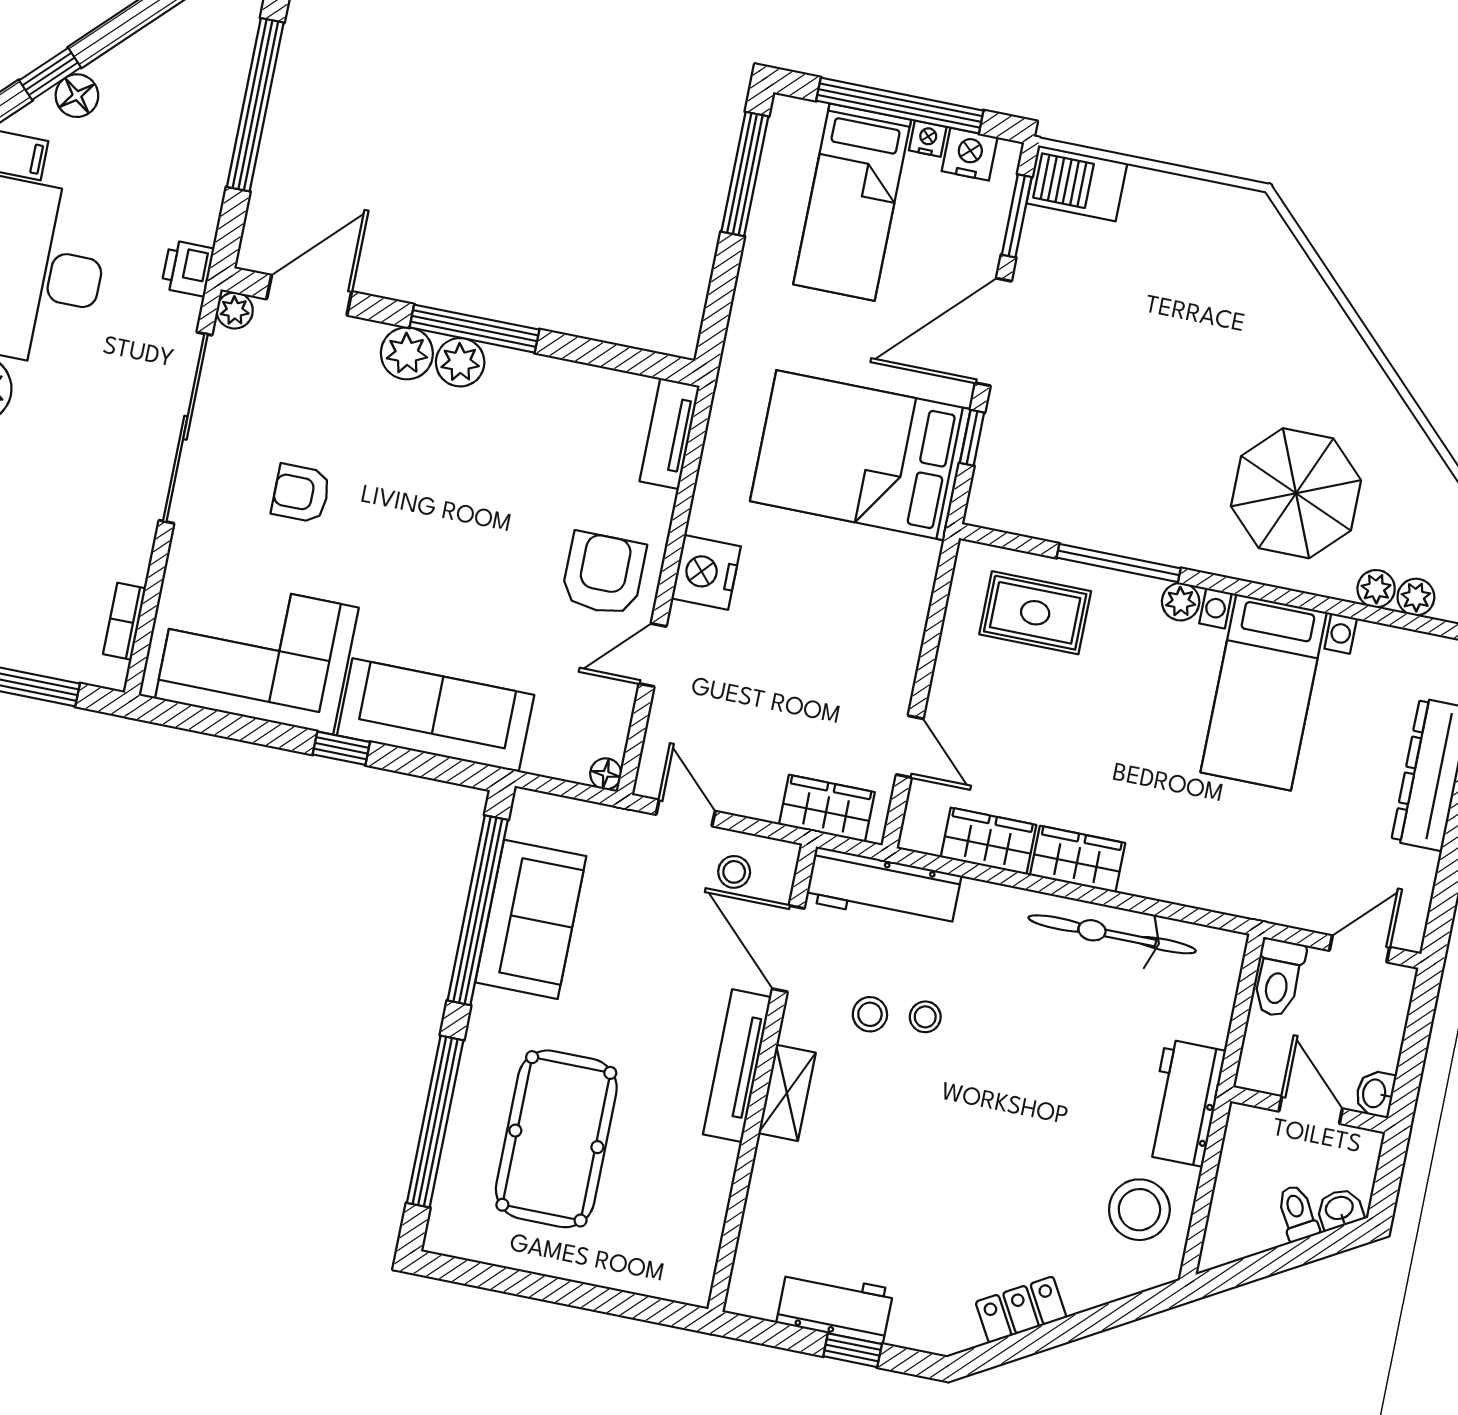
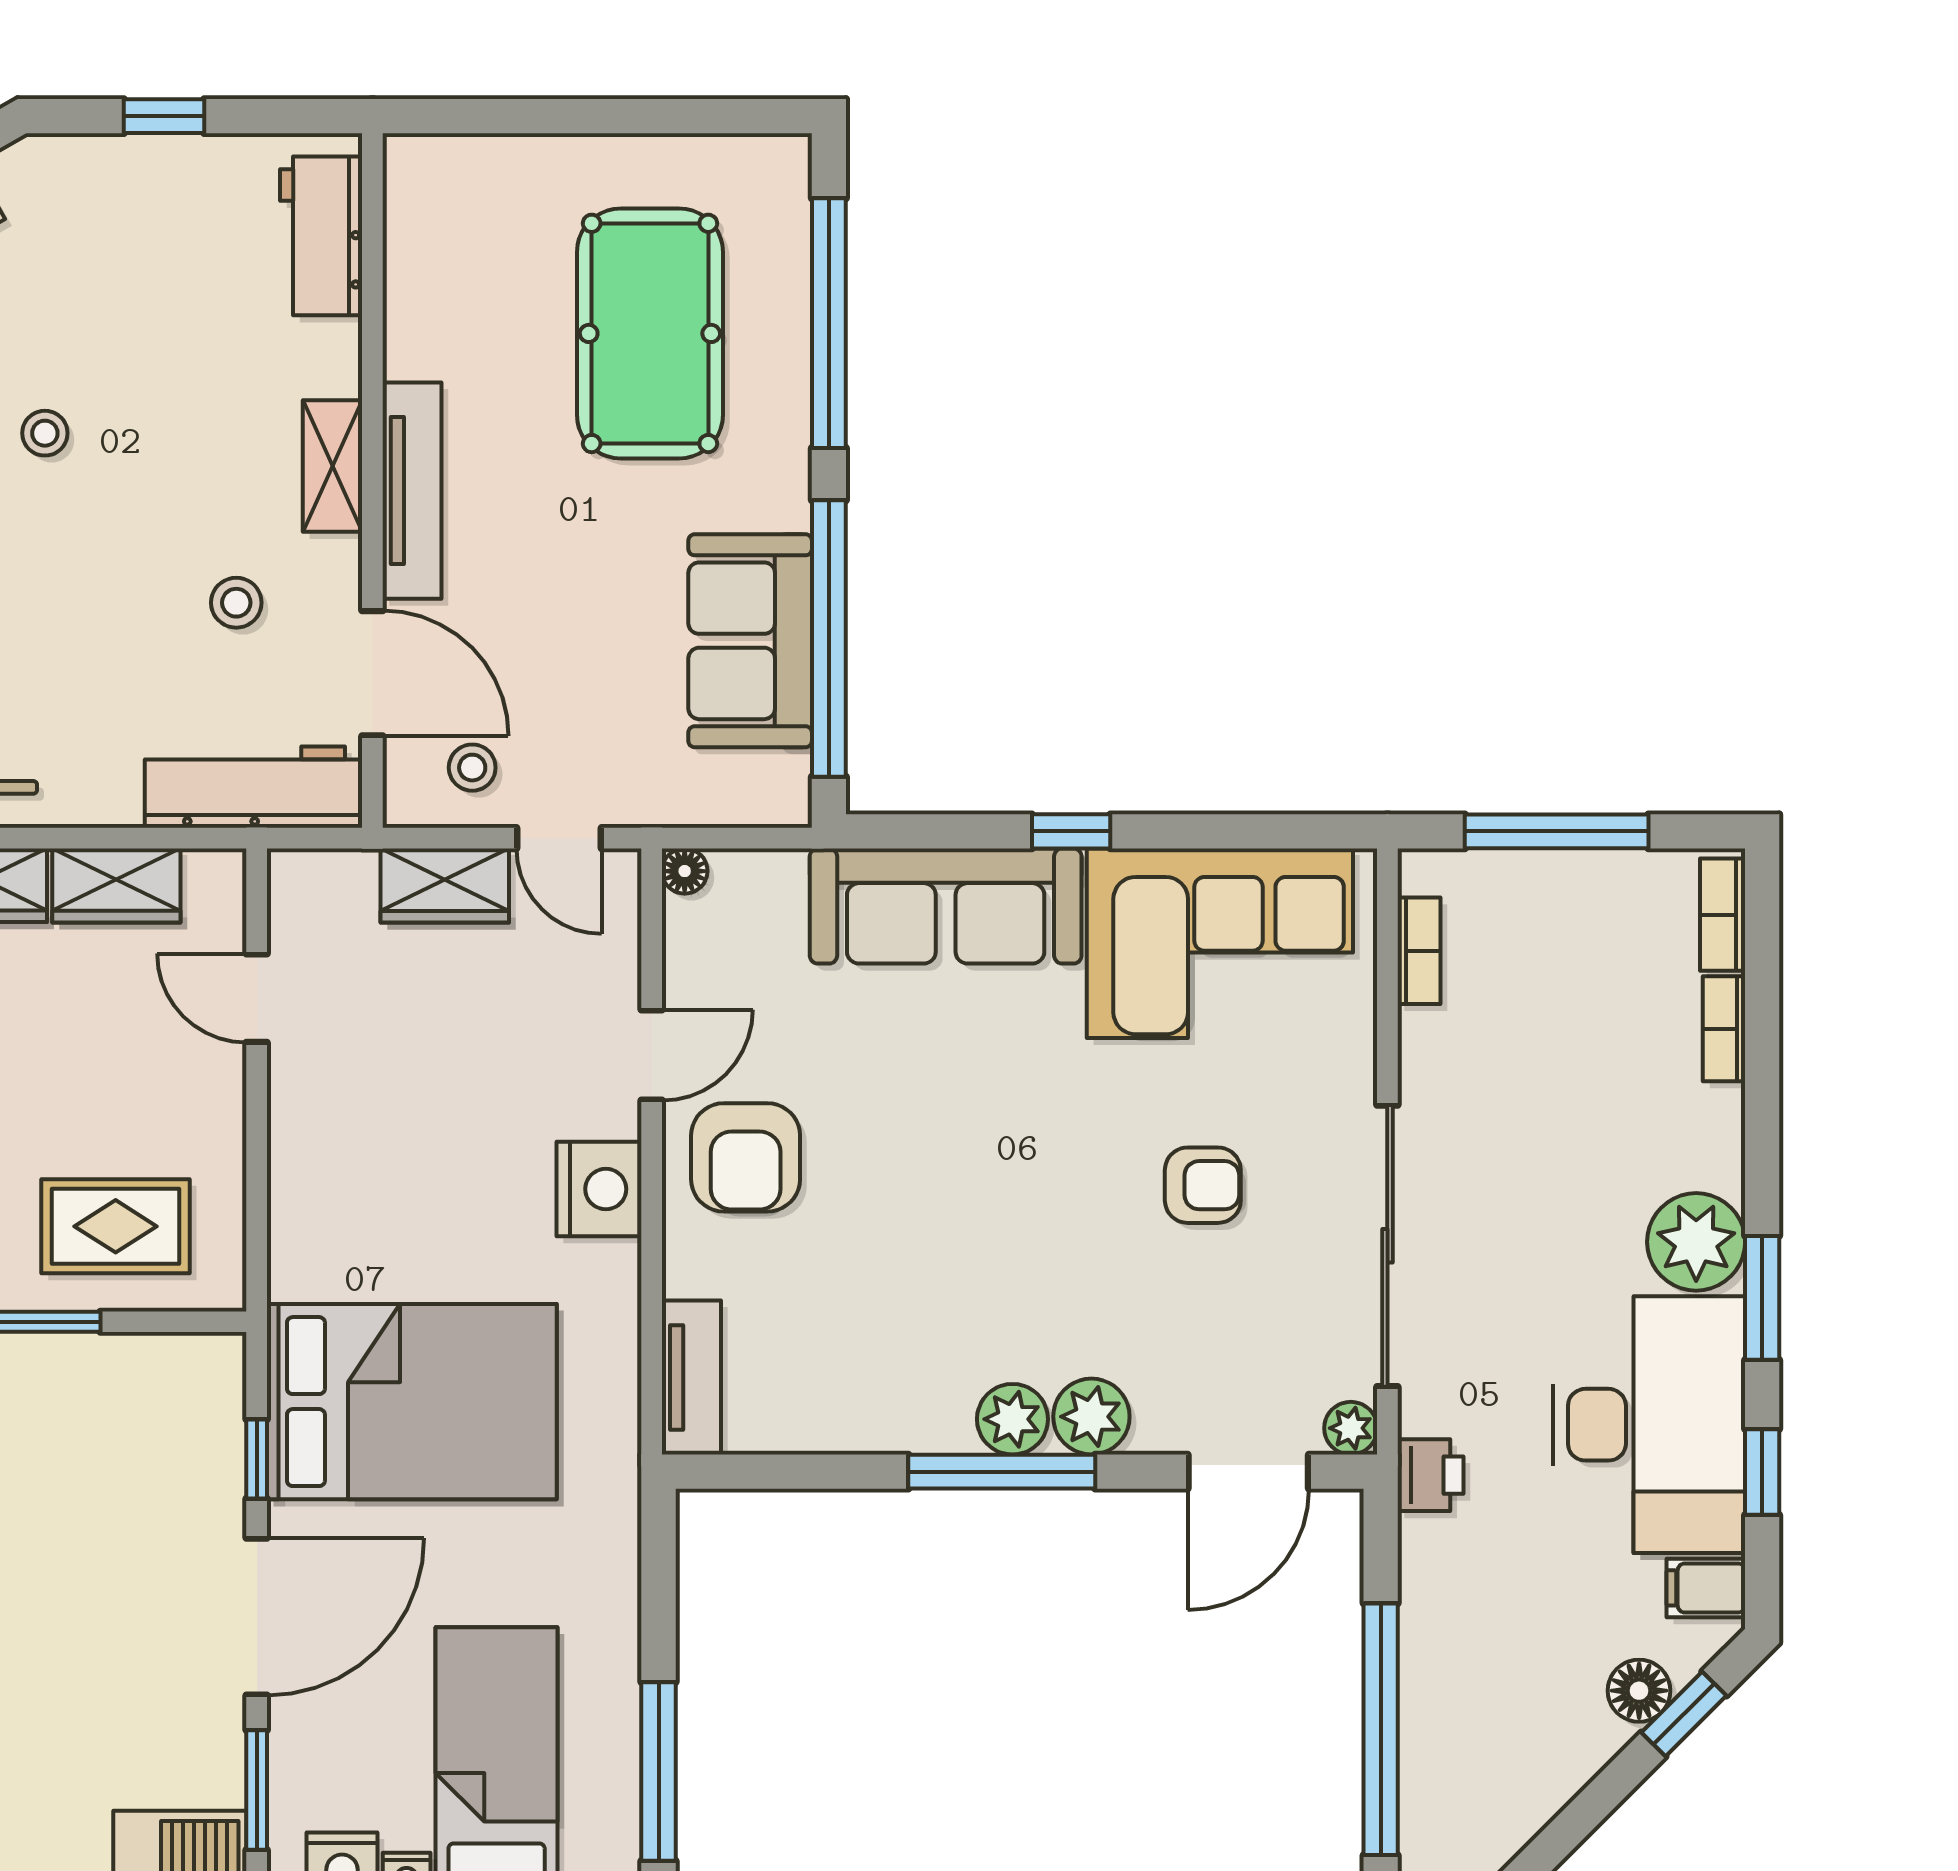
wardrobe: (827, 808) -> (445, 886), moved
stool: (925, 1017) -> (45, 433), moved
workbench: (835, 1306) -> (321, 236), moved, turned 90

